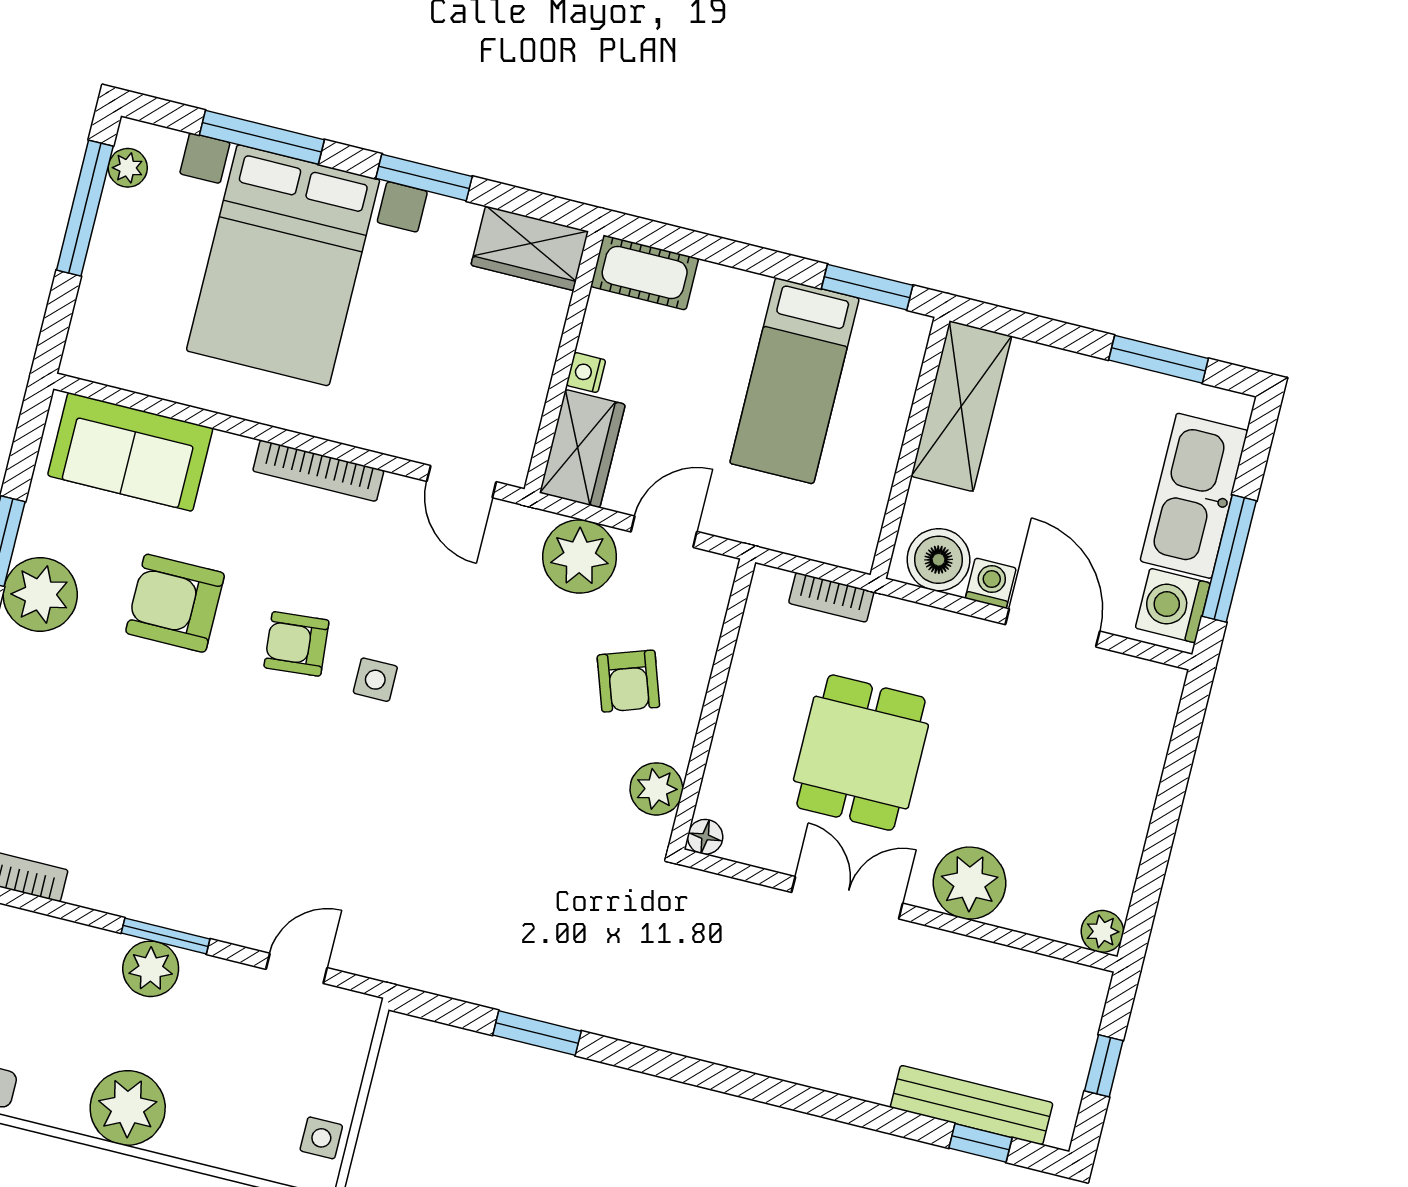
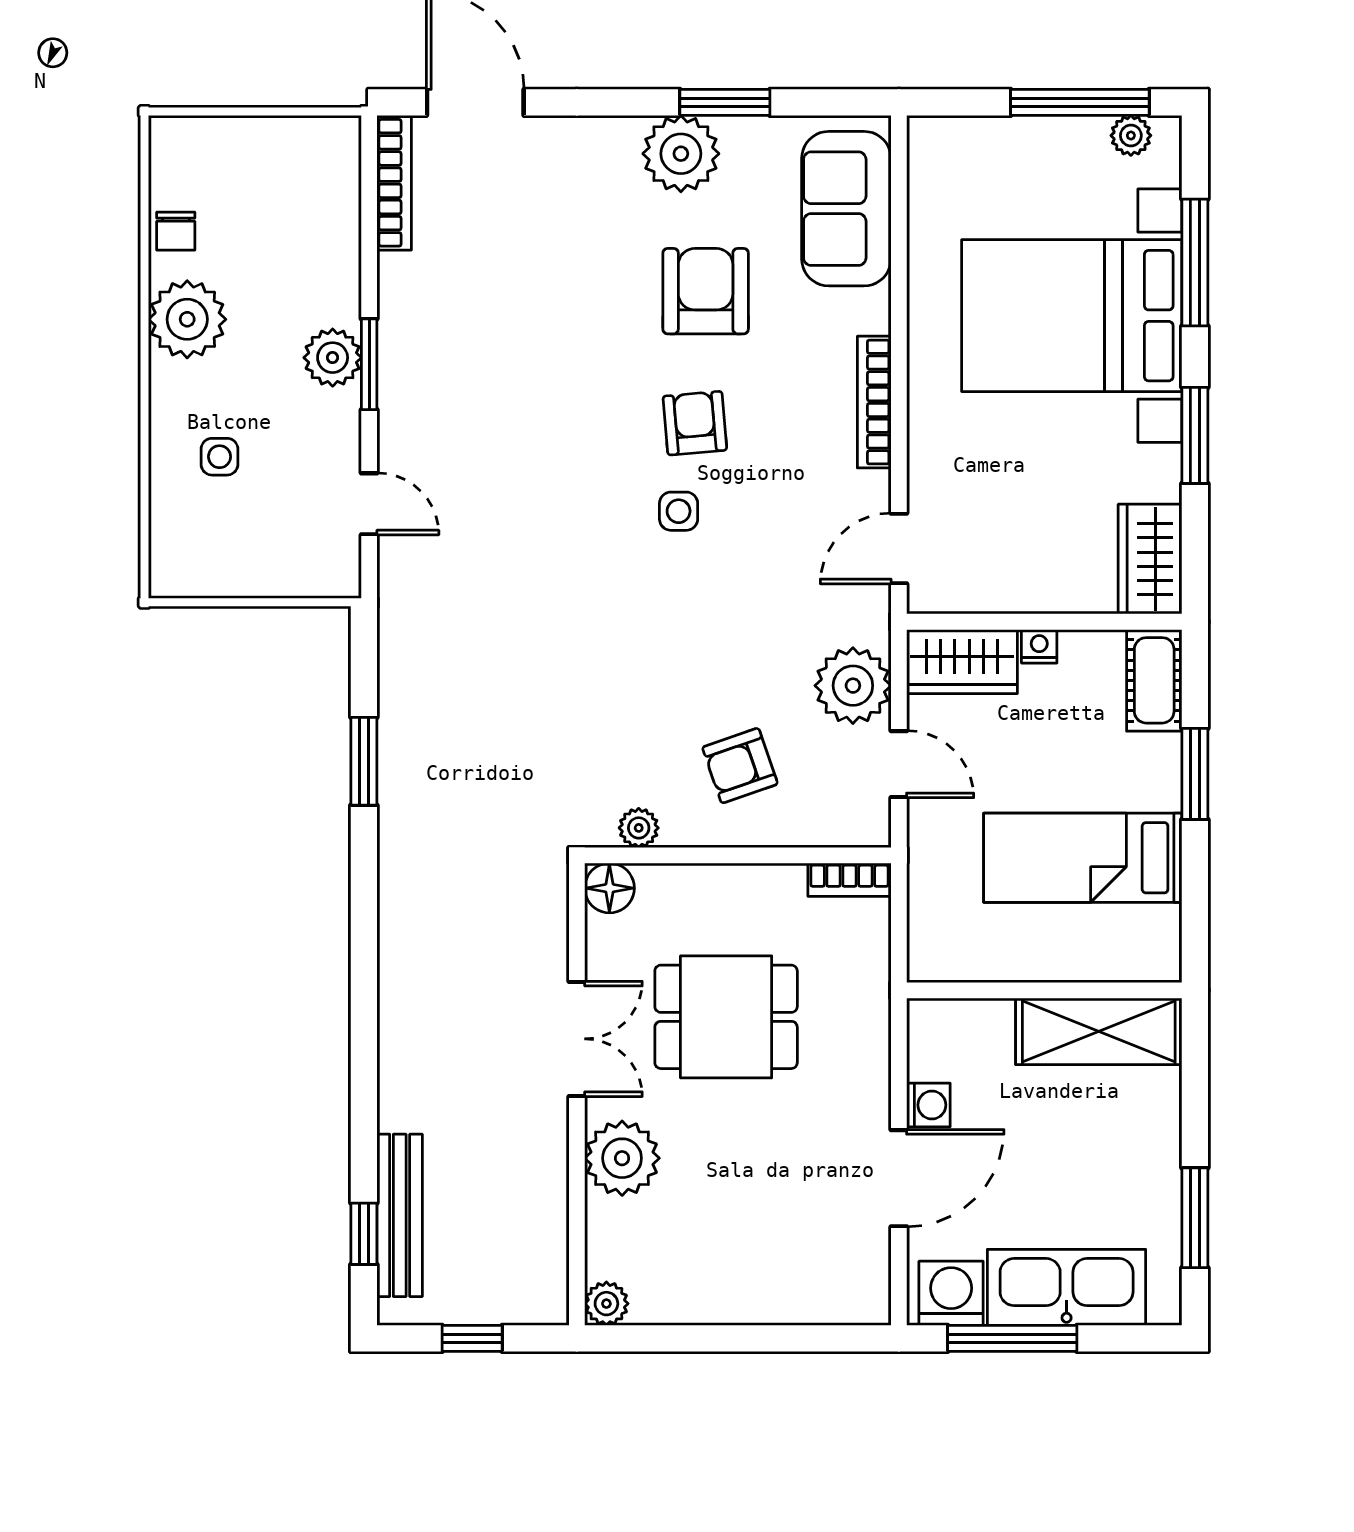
window: (867, 287) -> (1195, 774), moved
boiler: (939, 560) -> (939, 1047), removed
bookcase: (831, 597) -> (849, 880), moved, turned -90
plant: (656, 789) -> (639, 828), width x0.73, depth x0.73
floor lamp: (705, 837) -> (609, 888), width x1.37, depth x1.37
plant: (128, 1108) -> (187, 319), moved
side table: (321, 1138) -> (220, 457), moved

